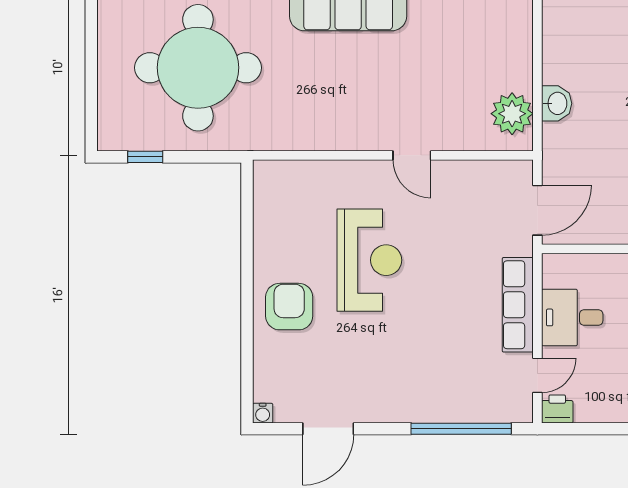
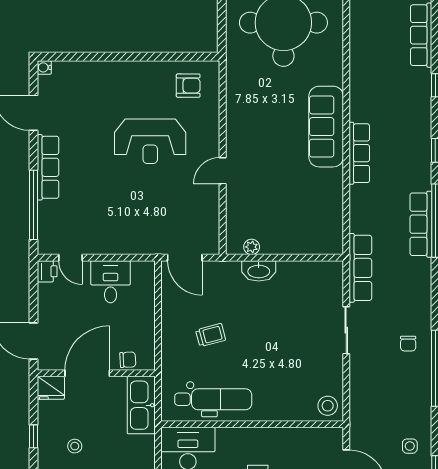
washbasin: (557, 103) -> (259, 271), width x1.38
plant: (512, 114) -> (252, 247), width x0.53, depth x0.53
row of seats: (518, 305) -> (48, 167), moved, turned 90
armchair: (289, 307) -> (188, 86), moved, width x0.72, depth x0.72

